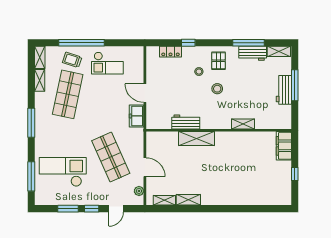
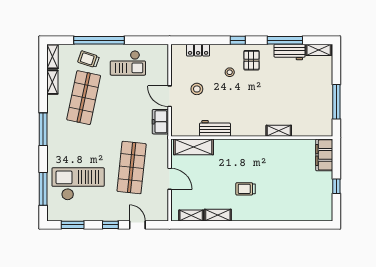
window: (188, 43) -> (238, 40), moved
window: (295, 85) -> (336, 102), moved
stool: (217, 89) -> (197, 89), moved
workbench: (284, 90) -> (324, 93), removed
shelving: (197, 139) -> (194, 147), moved
shop shelf: (111, 157) -> (132, 167), turned 30
trolley: (213, 176) -> (246, 189), added
plant: (139, 191) -> (163, 205), removed
window: (68, 209) -> (73, 225), moved
door: (116, 209) -> (137, 225), swing flipped

